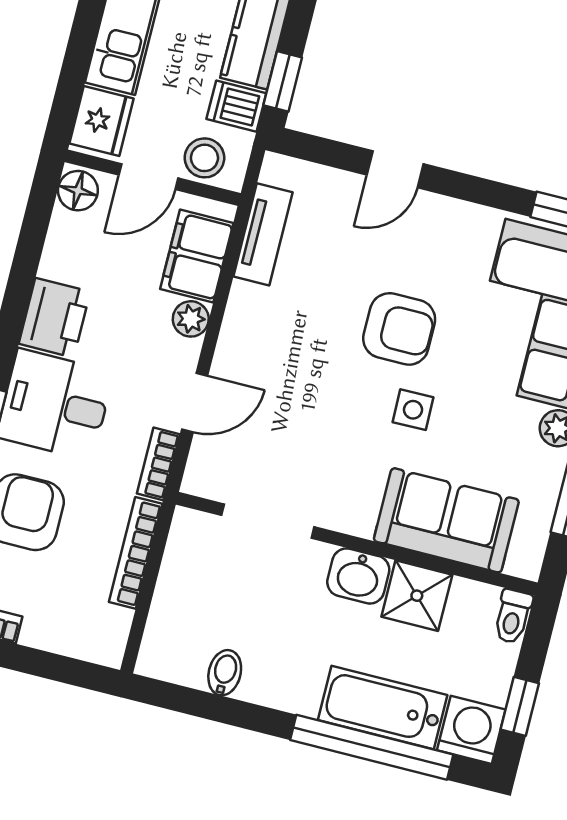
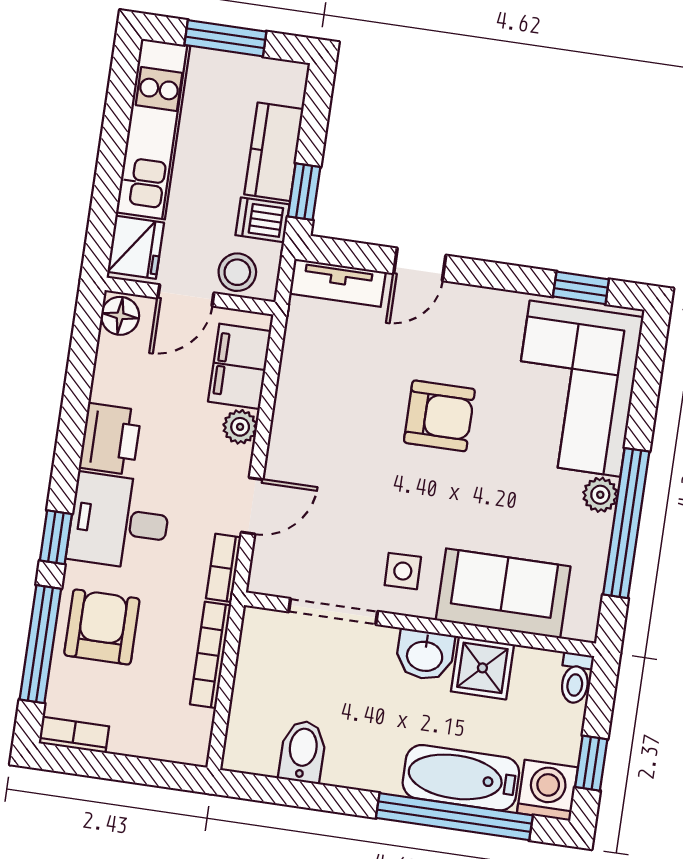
tv unit: (263, 234) -> (338, 283), moved, turned 90
side table: (413, 410) -> (403, 571), moved
bidet: (225, 673) -> (303, 751), width x1.38, depth x1.36

